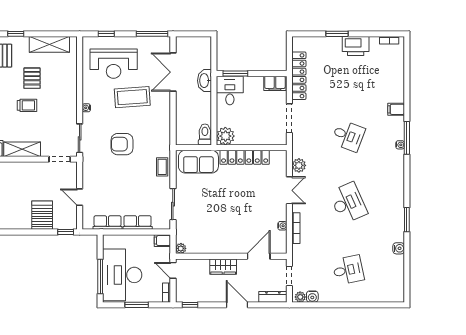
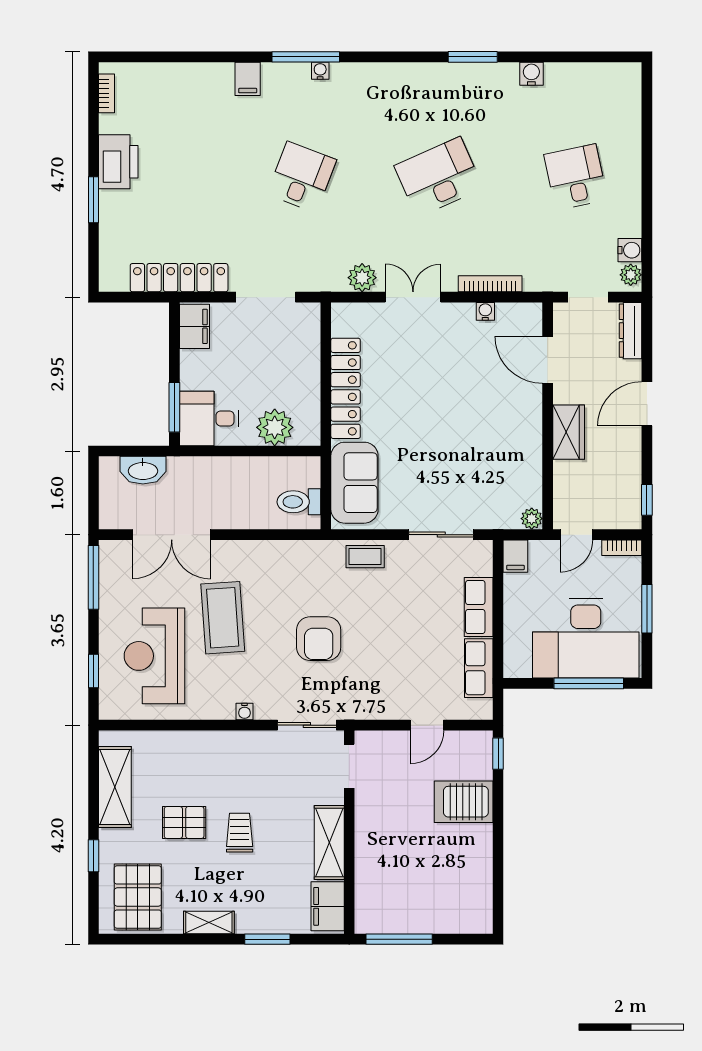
reception desk: (114, 64) -> (154, 656), turned 180
washbasin: (205, 81) -> (143, 470), moved
toilet: (205, 134) -> (299, 502), moved
plant: (225, 136) -> (275, 427), moved

